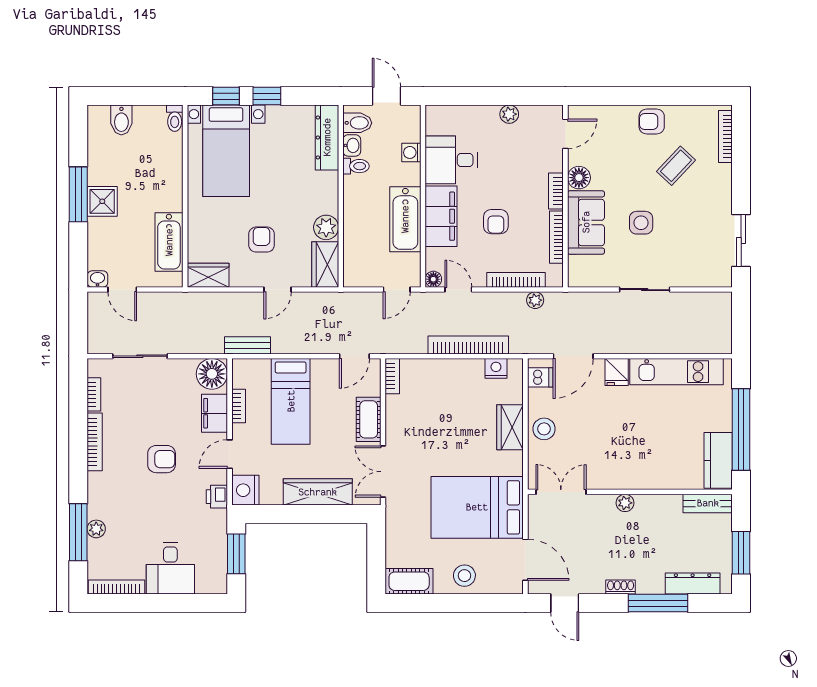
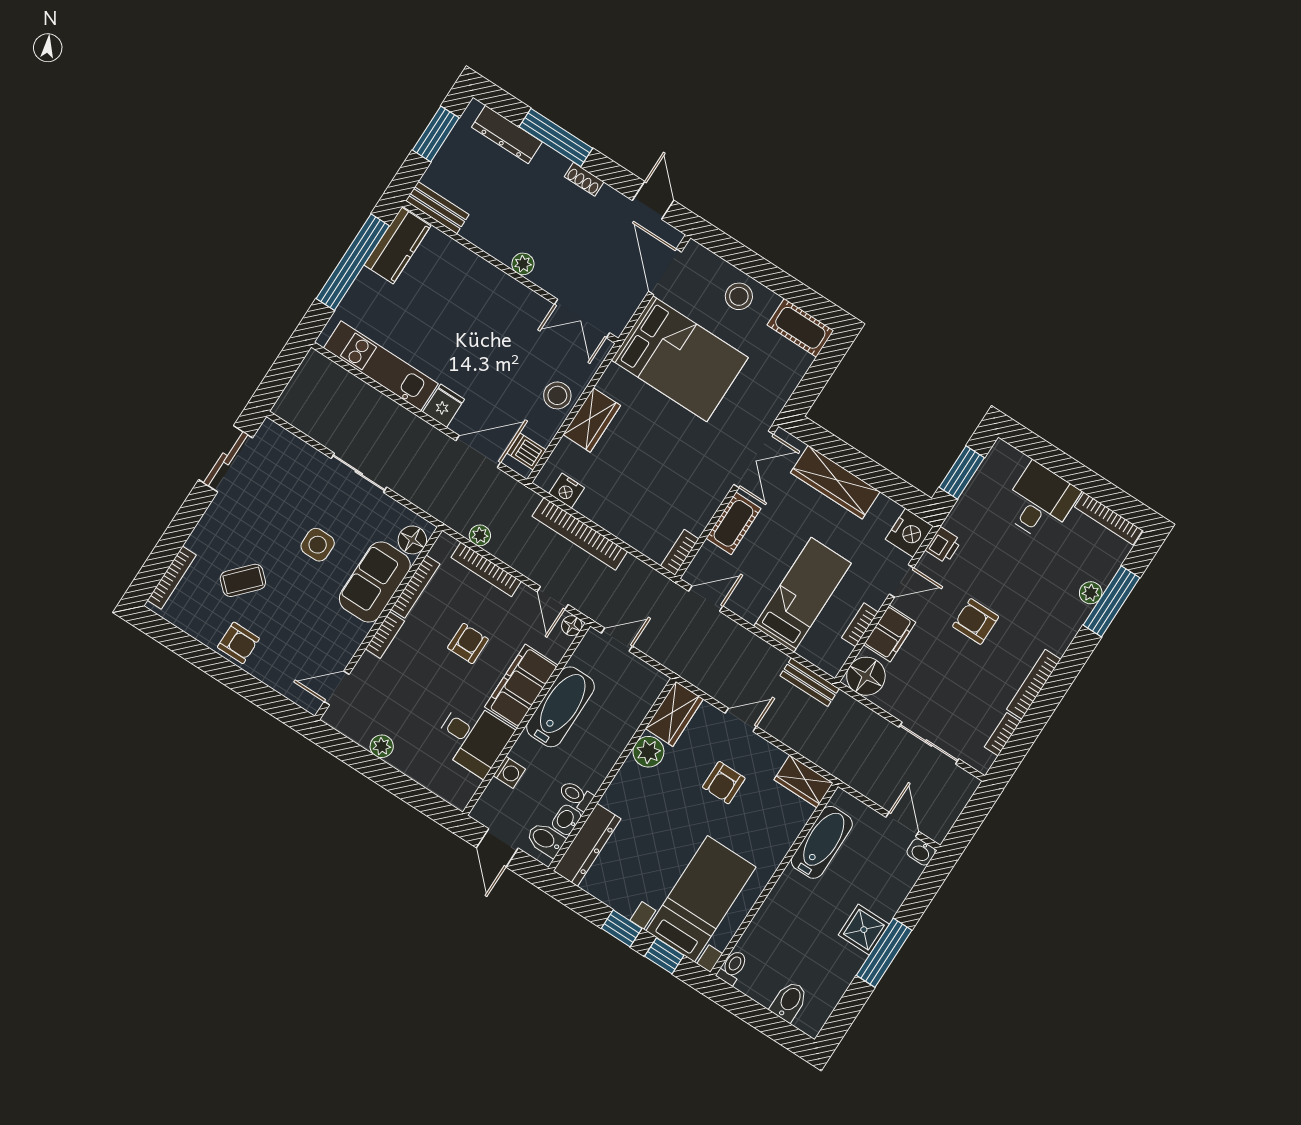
floor lamp: (579, 178) -> (412, 540), moved

